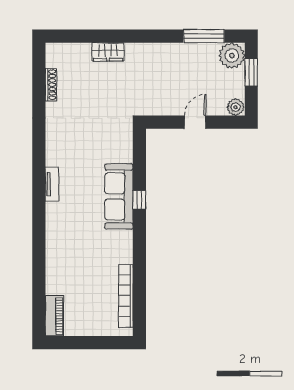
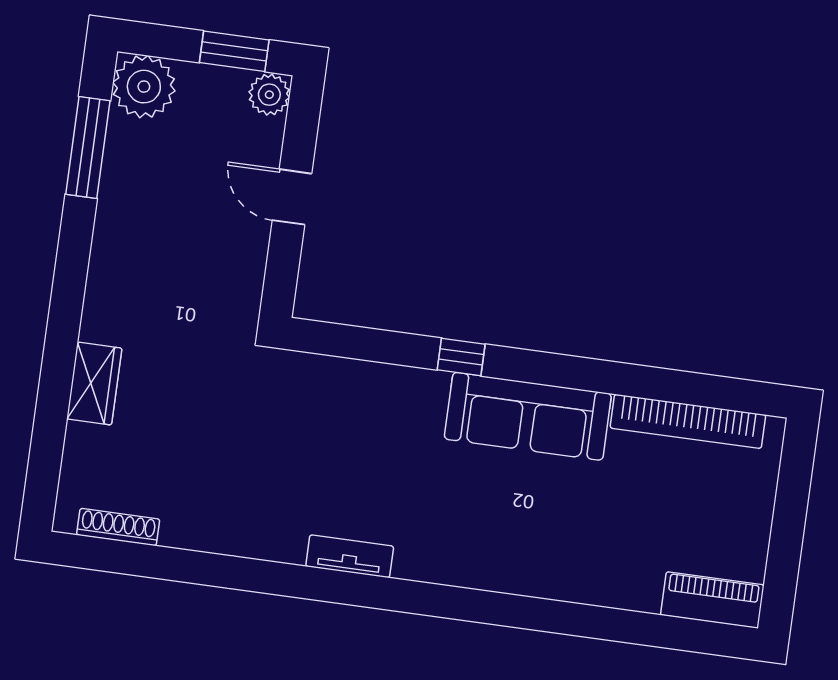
window: (251, 72) -> (234, 51), moved
shoe rack: (51, 85) -> (118, 527), moved
tv unit: (52, 184) -> (350, 556), moved
sofa: (119, 196) -> (528, 416), moved

